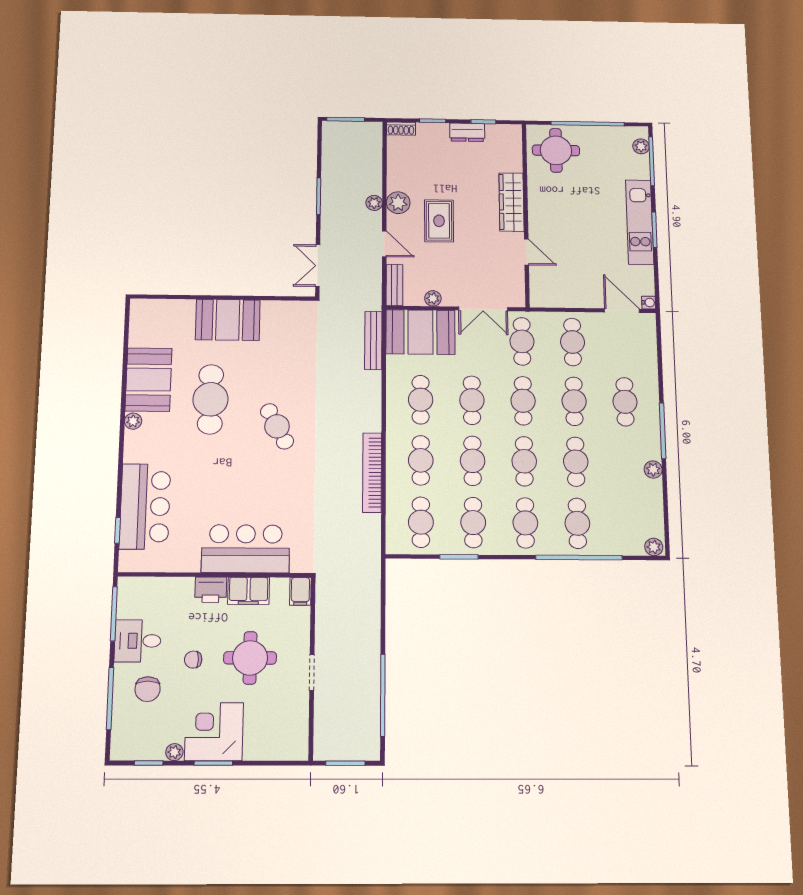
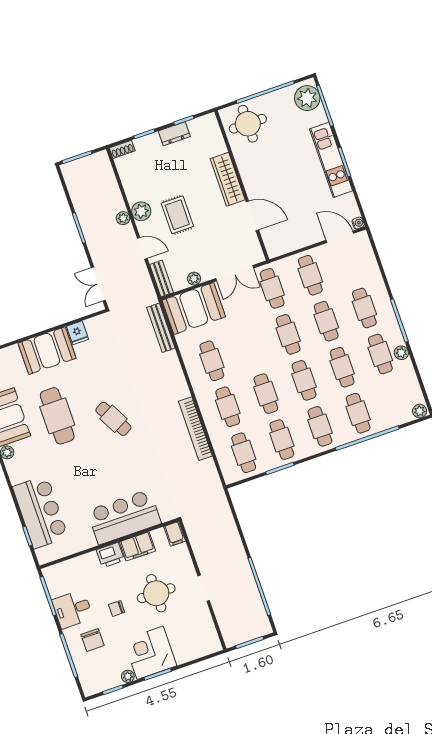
plant: (641, 146) -> (307, 98), width x1.88, depth x1.88
door: (526, 252) -> (252, 216), width x1.38
fridge: (272, 312) -> (77, 333), added
cafe table: (472, 400) -> (380, 354), moved

